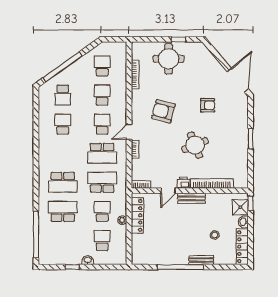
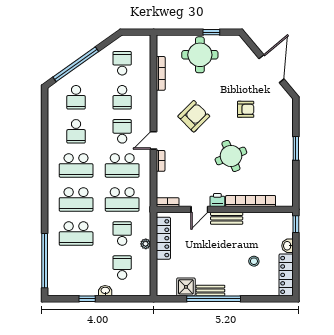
door: (238, 80) -> (272, 69), moved
school desk: (102, 95) -> (122, 97), turned 180
armchair: (163, 111) -> (194, 116), turned 120
school desk: (63, 124) -> (76, 131), turned 180
school desk: (63, 153) -> (76, 165), added
school desk: (102, 182) -> (122, 199), turned 180
shower: (240, 207) -> (186, 287), moved
school desk: (63, 211) -> (76, 234), turned 180
bench: (201, 260) -> (210, 290), moved

